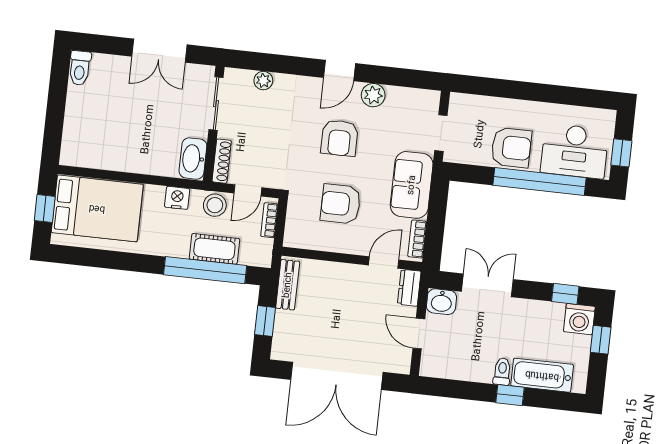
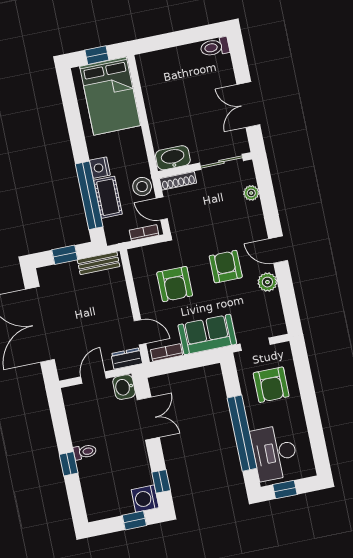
armchair: (340, 138) -> (226, 267), turned 90
armchair: (511, 148) -> (271, 385), moved
nightstand: (177, 198) -> (100, 168), moved, turned 180
armchair: (341, 204) -> (175, 284), turned 180
bathtub: (542, 375) -> (92, 484), removed

